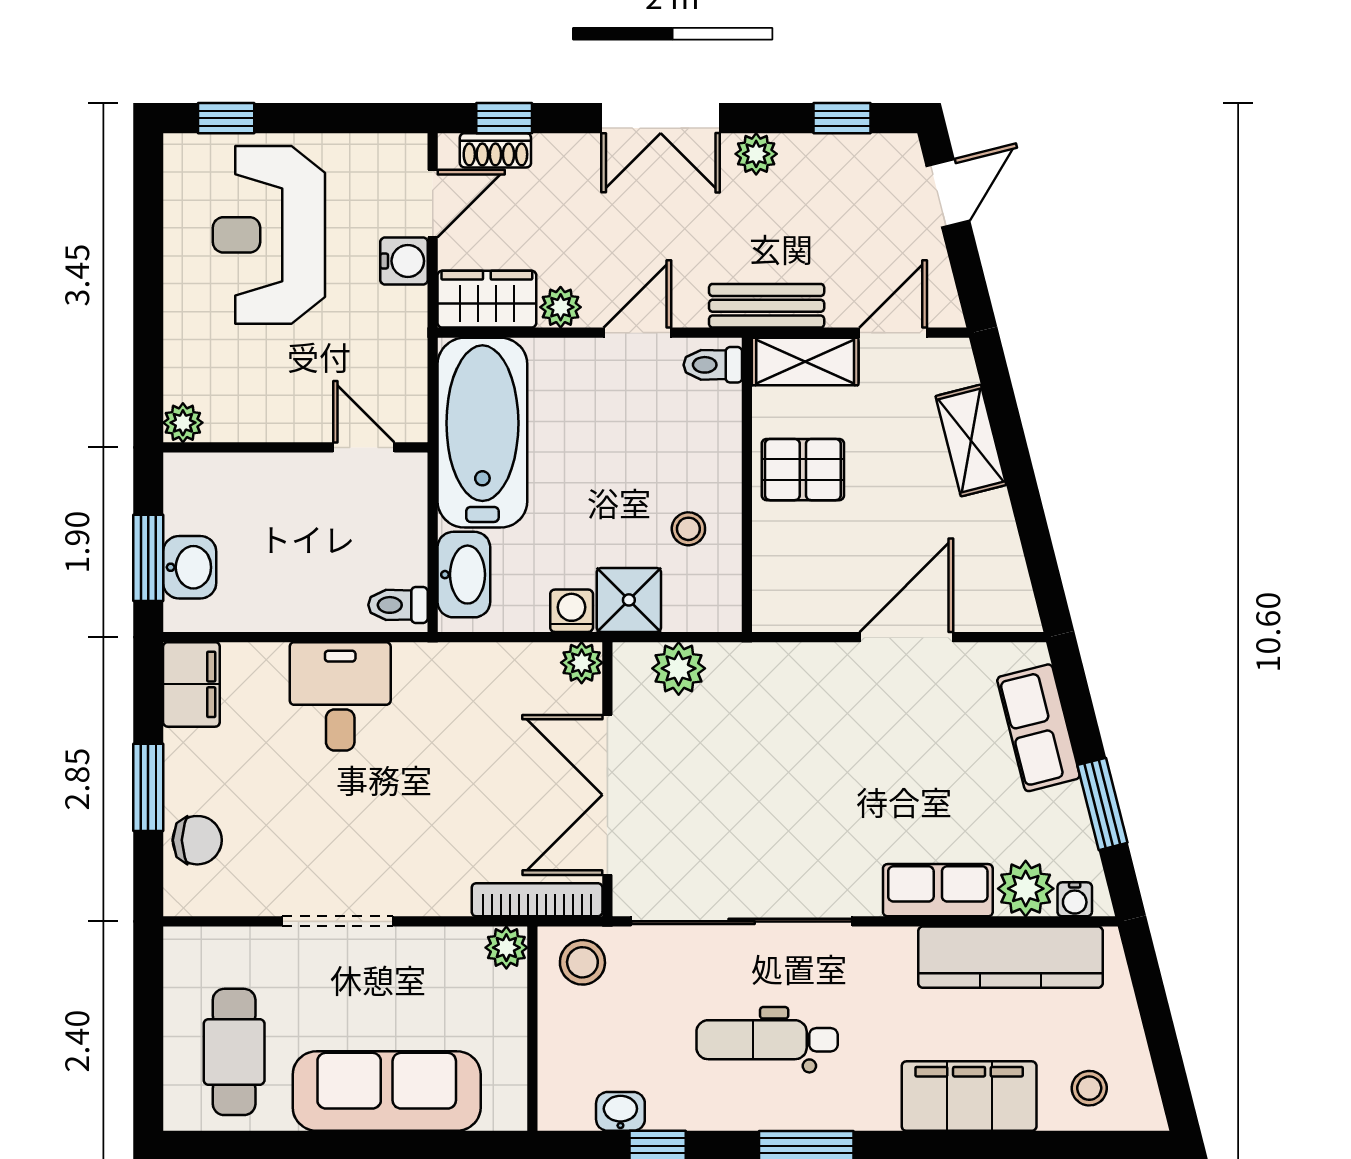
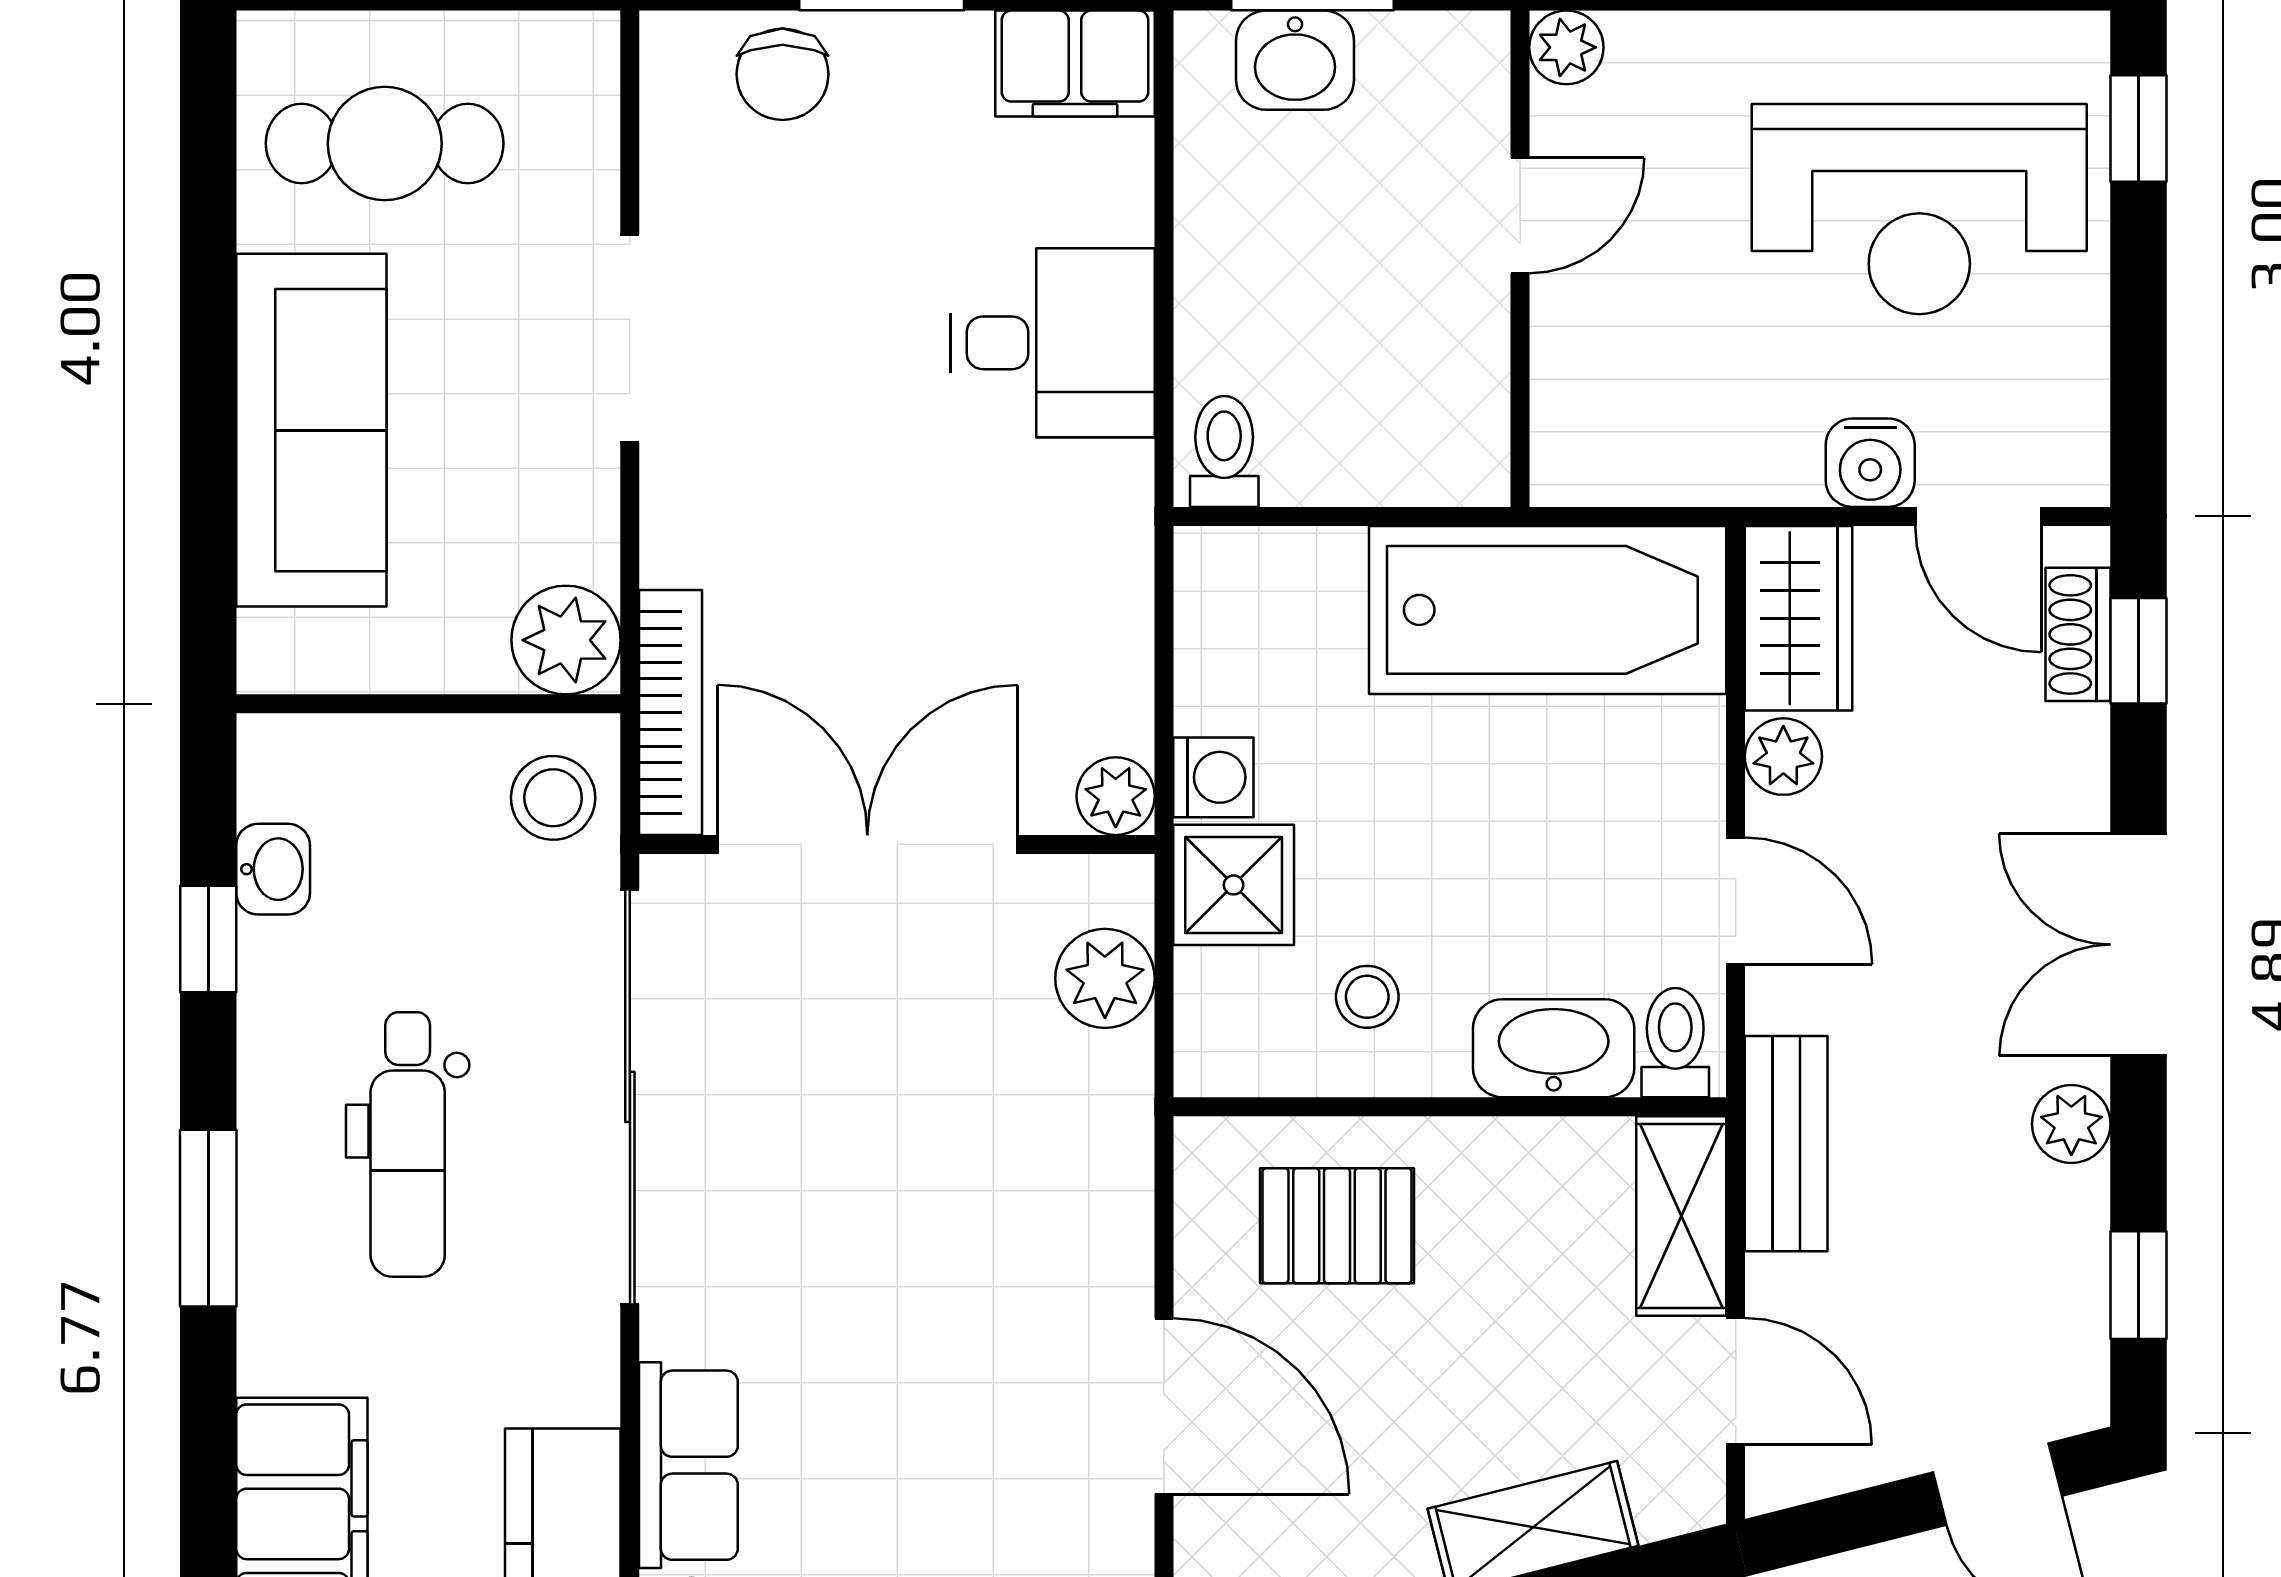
reception desk: (269, 235) -> (1919, 209), turned 180
door: (364, 447) -> (1520, 216), moved
pallet: (803, 470) -> (1337, 1226), moved, turned 90
washbasin: (464, 575) -> (1554, 1048), moved, turned 180
plant: (506, 948) -> (566, 640), width x1.38, depth x1.38
dental chair: (767, 1040) -> (408, 1144), turned 180

